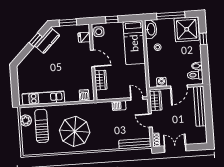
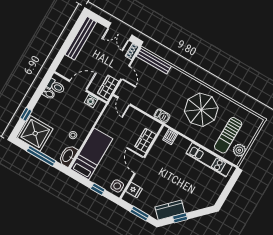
barbecue: (119, 105) -> (162, 116), moved
bench: (200, 106) -> (81, 38), moved

